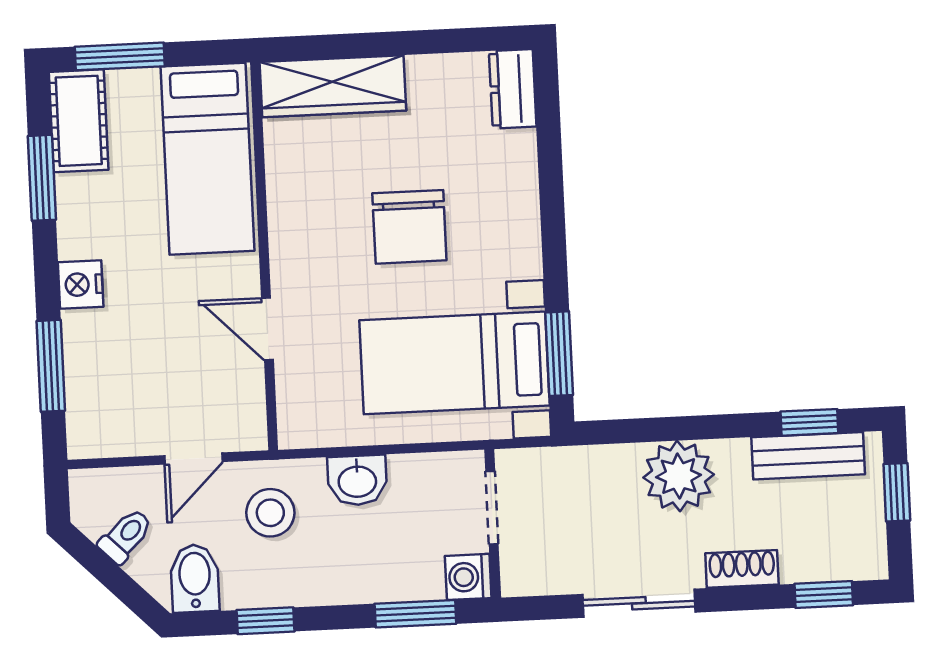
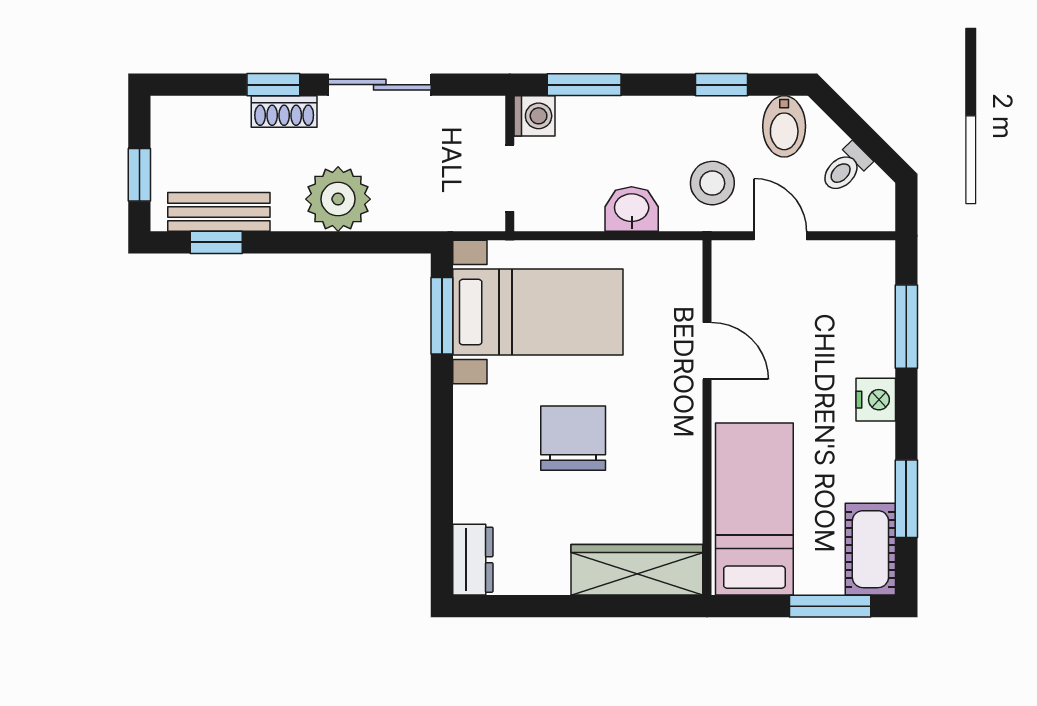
door: (193, 459) -> (780, 236), hinge flipped
window: (824, 594) -> (273, 85), moved

